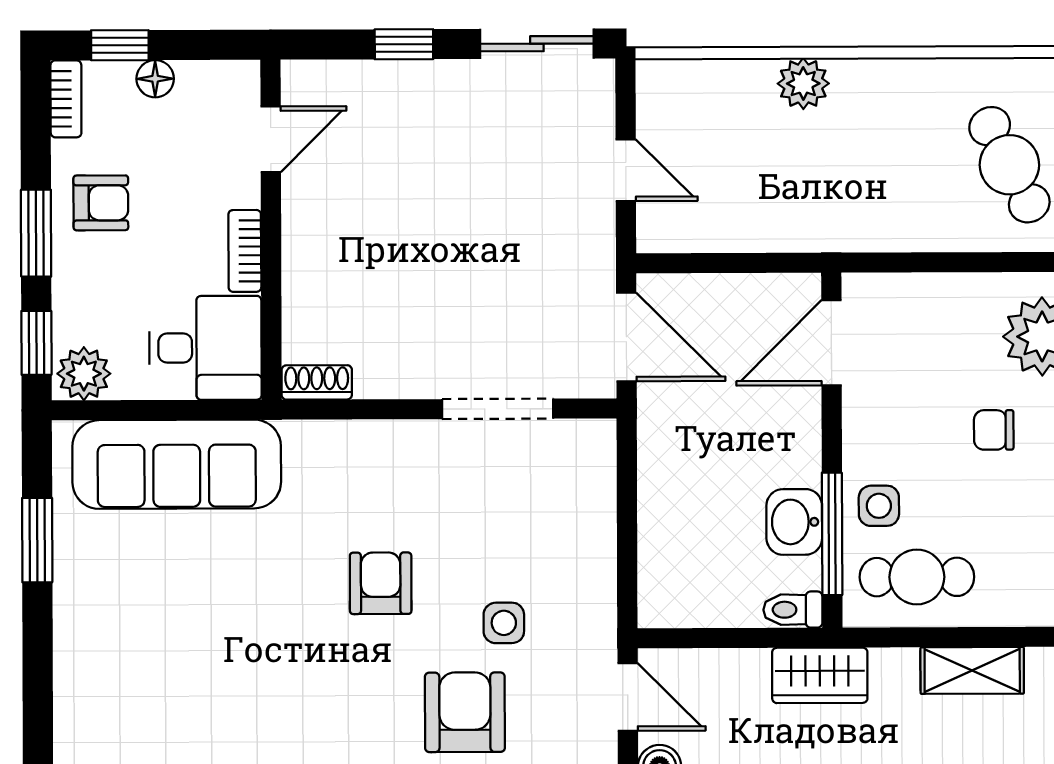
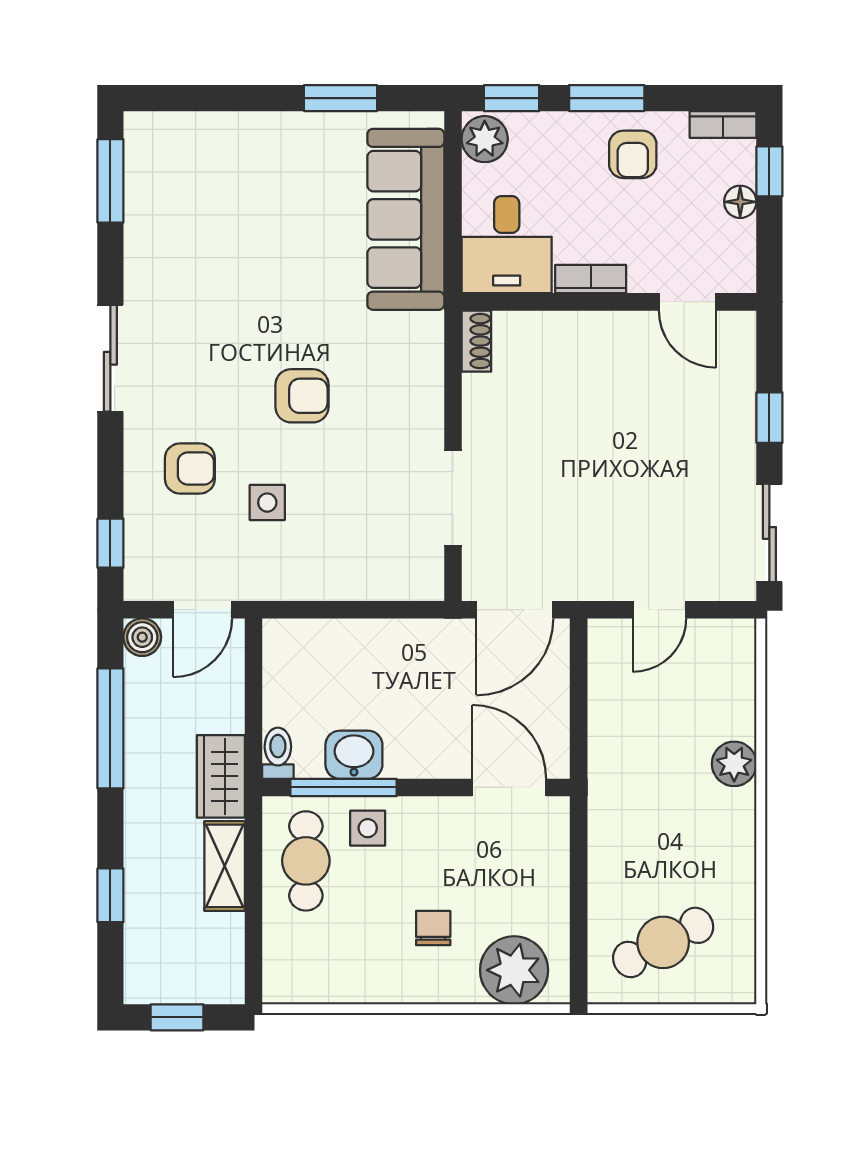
shelving: (972, 670) -> (225, 866), moved
armchair: (465, 712) -> (190, 469), width x0.72, depth x0.72

